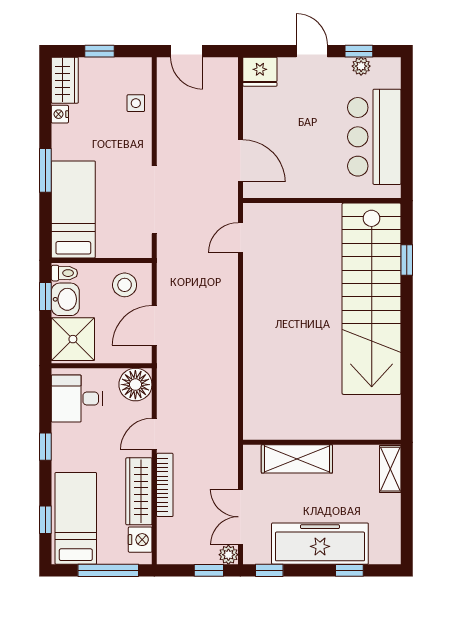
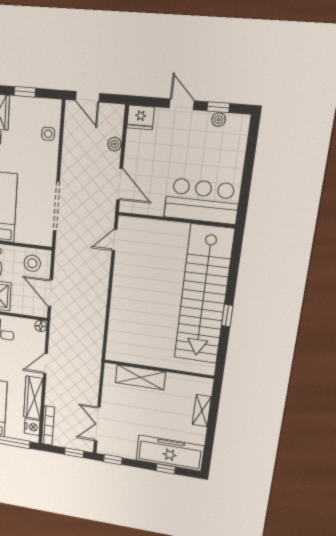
bar counter: (374, 137) -> (202, 201), moved, turned 90
window: (407, 260) -> (227, 316), moved
door: (154, 325) -> (50, 293), hinge flipped
floor lamp: (135, 385) -> (41, 326), width x0.53, depth x0.53
wall: (322, 442) -> (159, 369), moved
shelving: (297, 459) -> (140, 377), moved
bookcase: (165, 485) -> (48, 425), moved
freezer: (320, 544) -> (170, 453), moved
plant: (228, 555) -> (115, 144), moved

